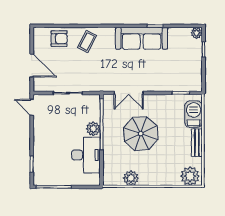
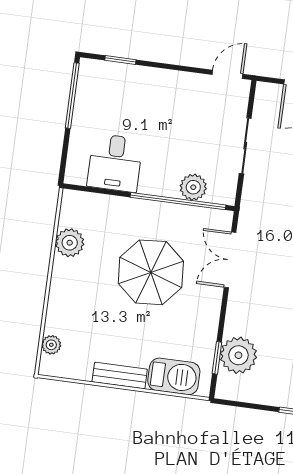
plant: (178, 82) -> (238, 355), added
plant: (93, 129) -> (193, 187), moved
desk: (86, 155) -> (115, 163), width x0.73
plant: (190, 176) -> (51, 345), width x0.53, depth x0.53

